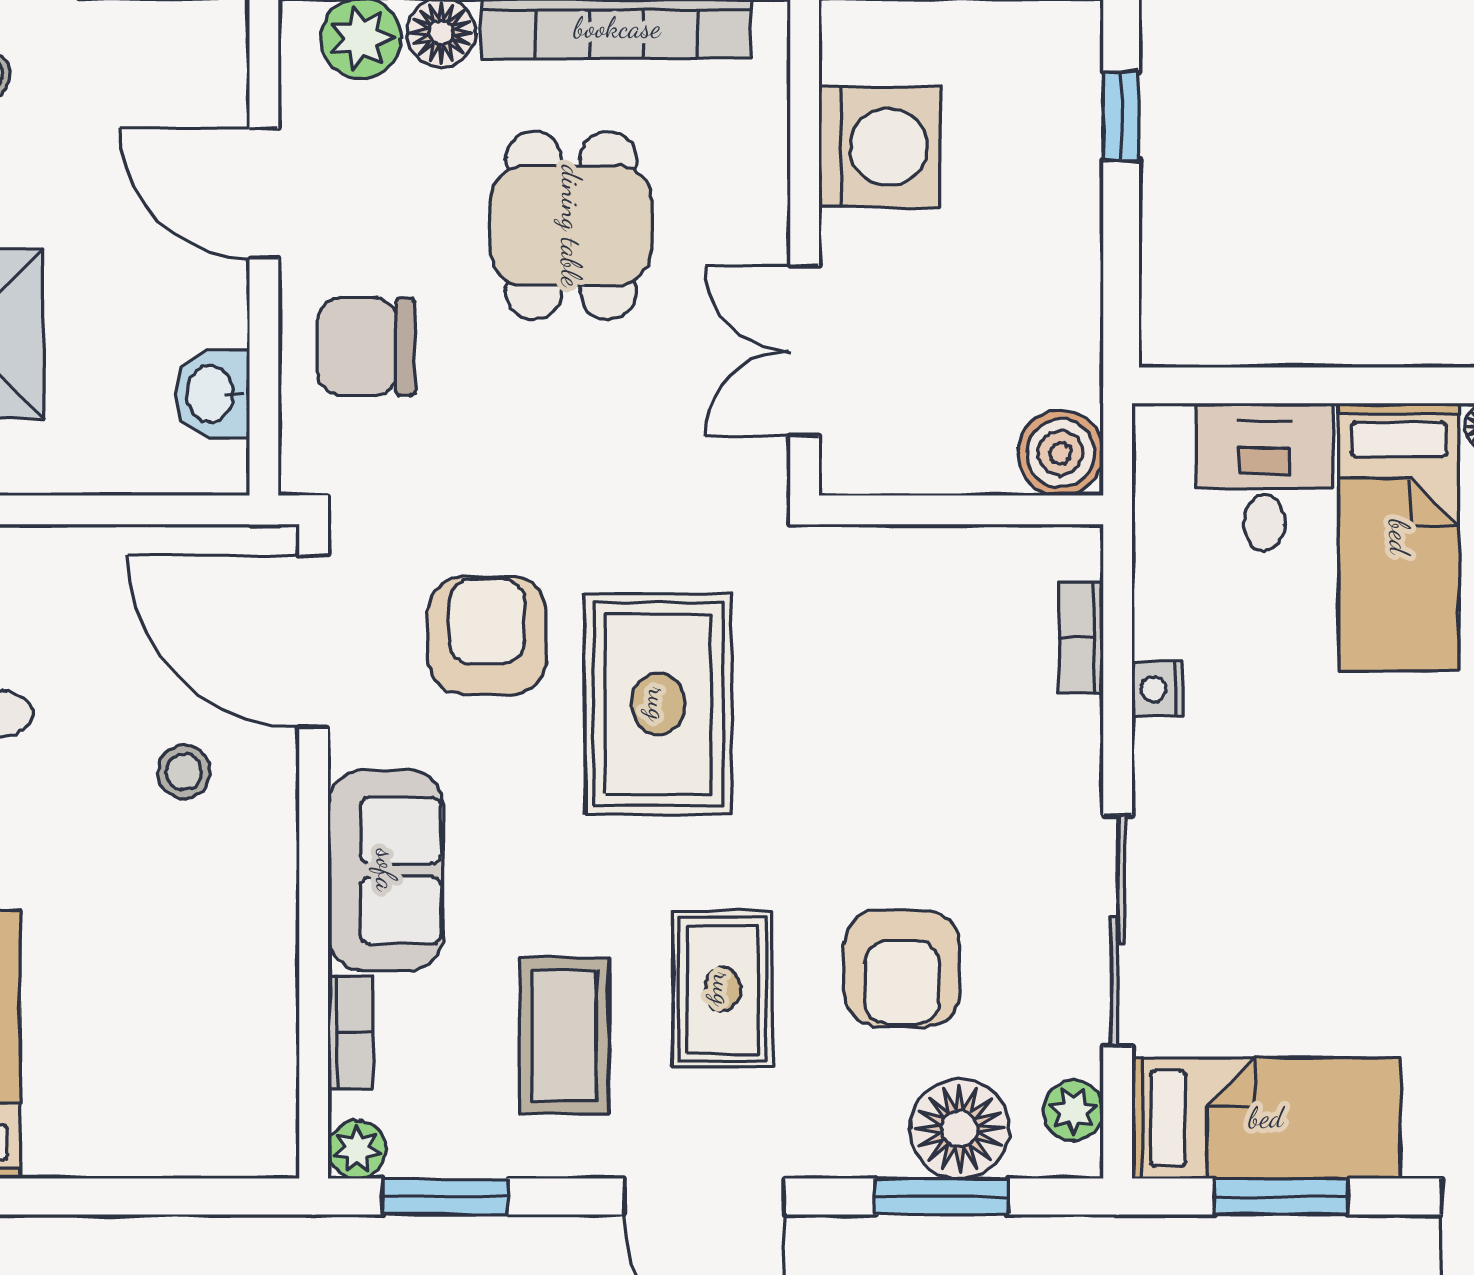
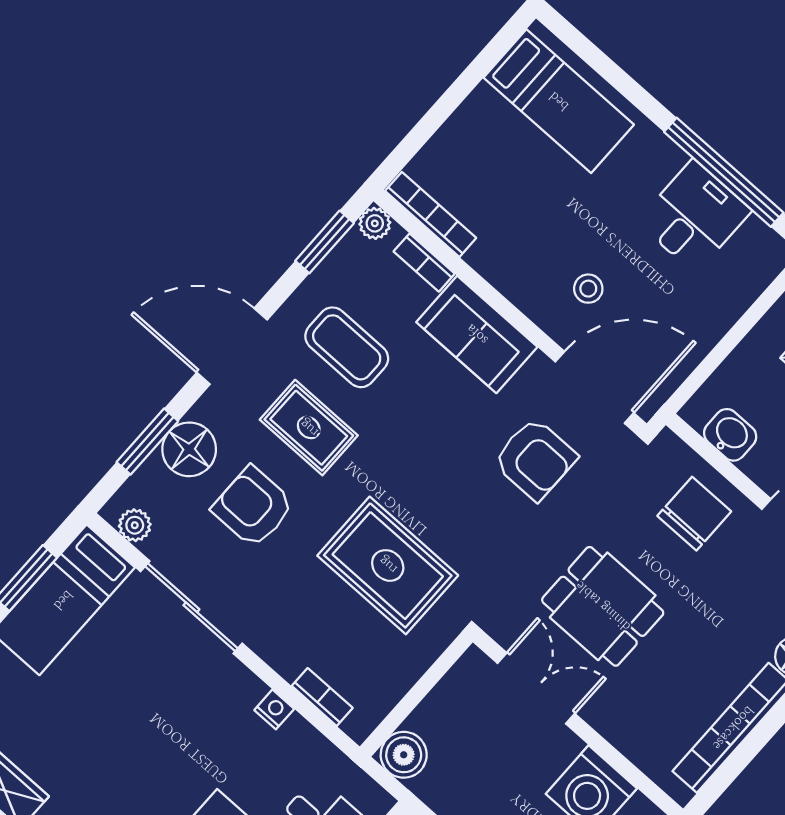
dining table: (571, 226) -> (603, 606), moved
rug: (658, 704) -> (388, 565), moved
bookcase: (276, 1083) -> (431, 214), added
floor lamp: (960, 1129) -> (189, 449), moved

